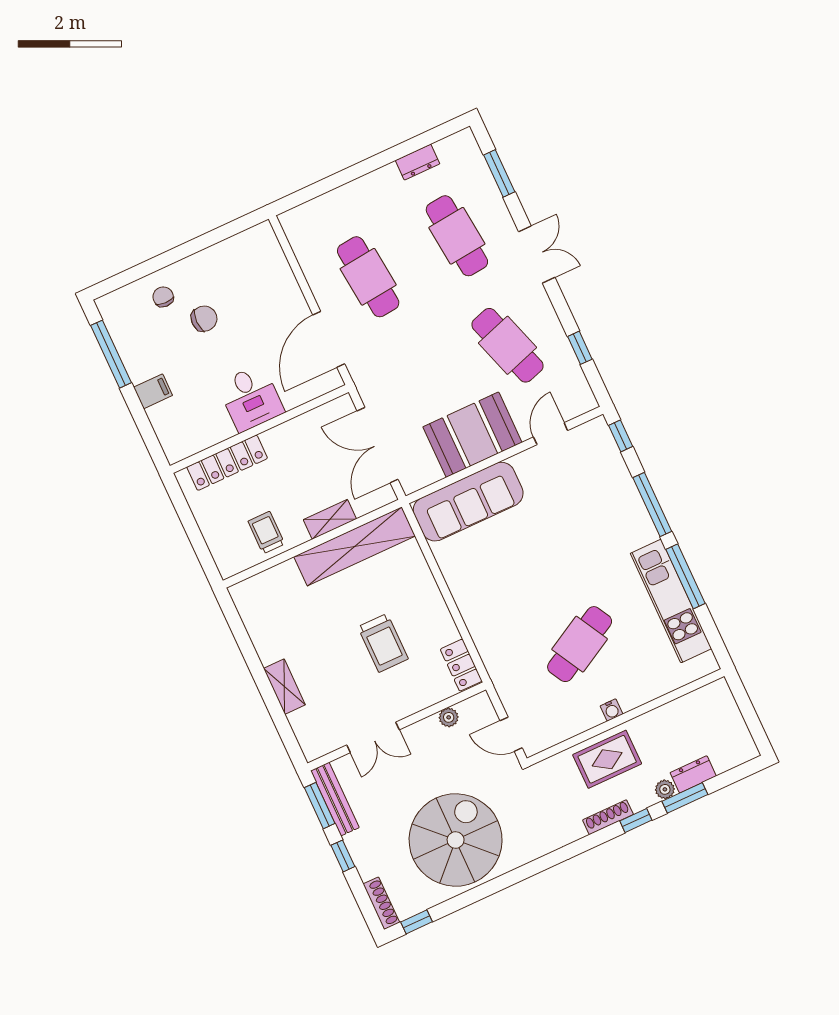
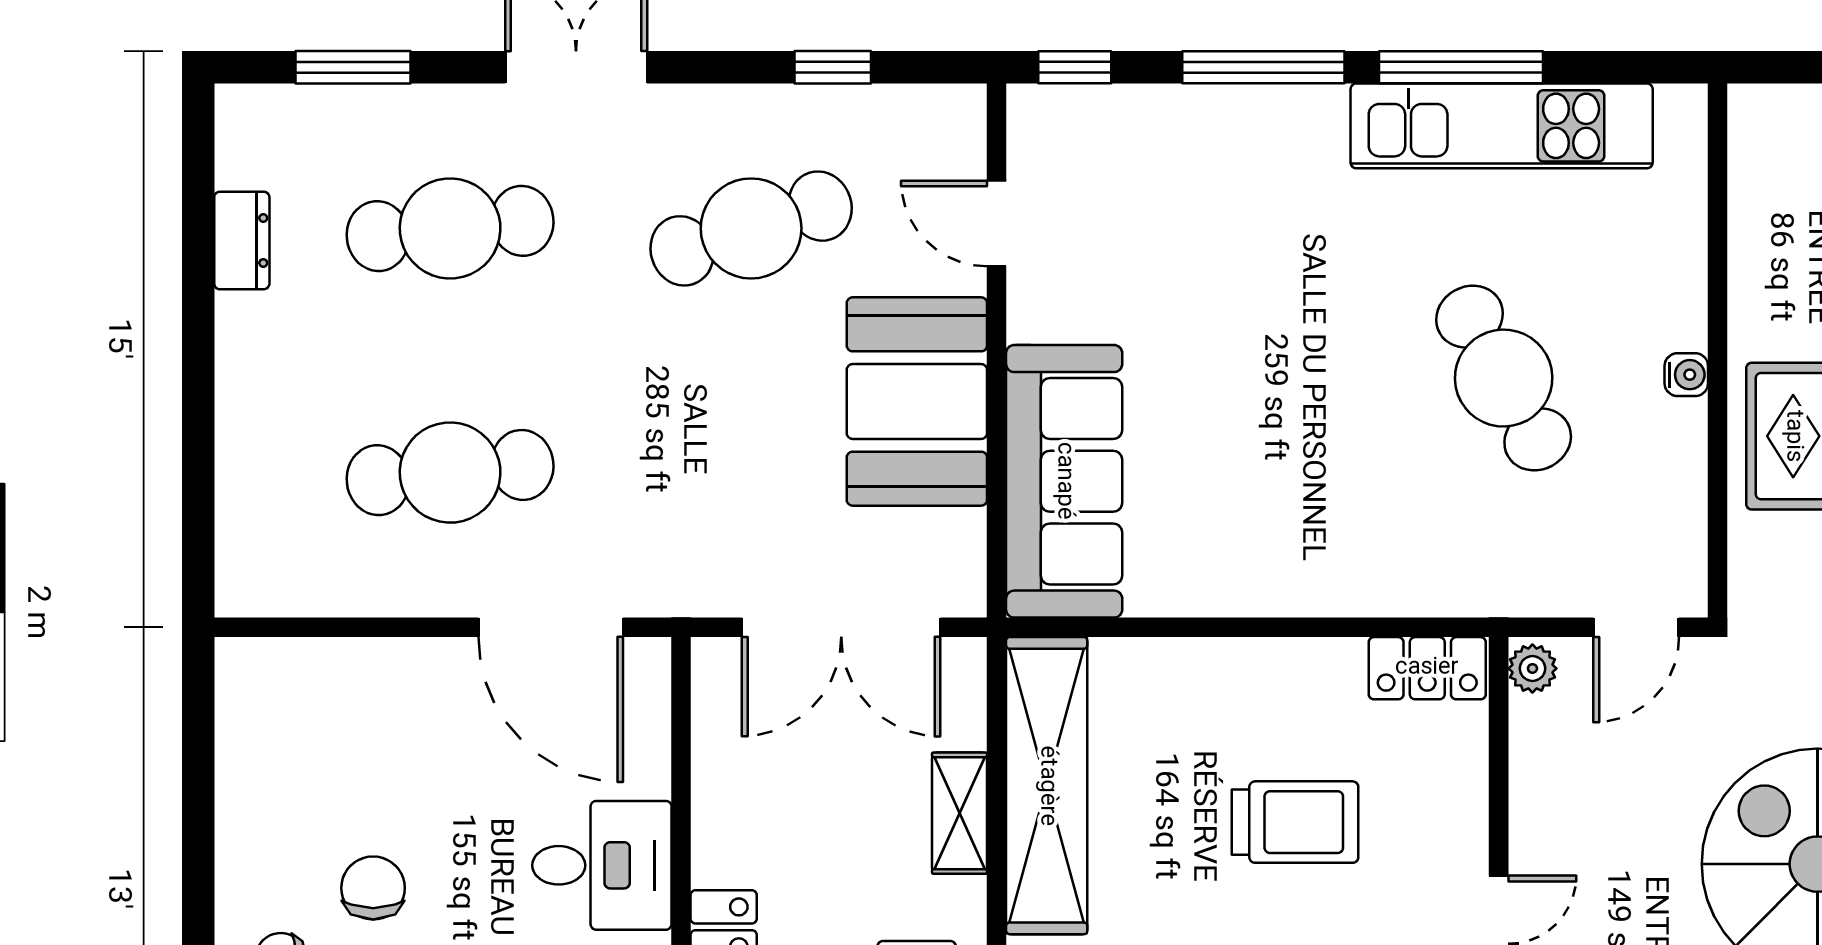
plant: (449, 717) -> (1532, 668), moved

